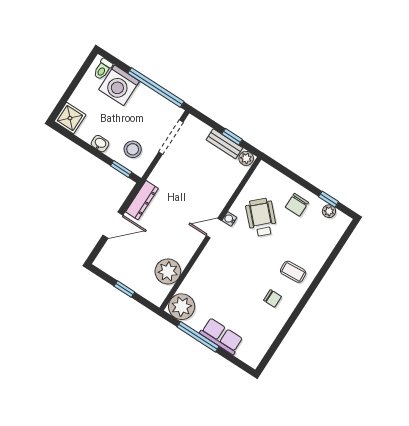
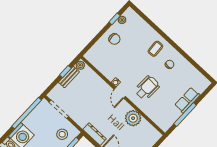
wheelchair: (261, 217) -> (147, 88), moved, turned 136
plant: (168, 271) -> (133, 118), moved
plant: (182, 307) -> (165, 121), removed

